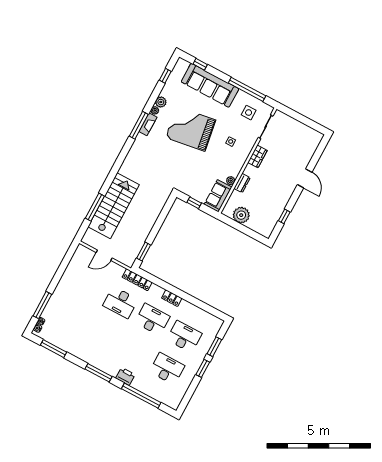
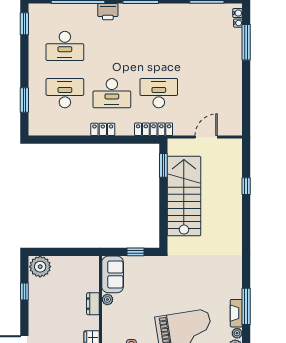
stairs: (114, 206) -> (184, 196), moved, turned 180
window: (95, 207) -> (246, 186), width x0.46
plant: (241, 215) -> (40, 267), moved
desk: (184, 337) -> (65, 93), turned 180
window: (203, 368) -> (24, 24), moved

